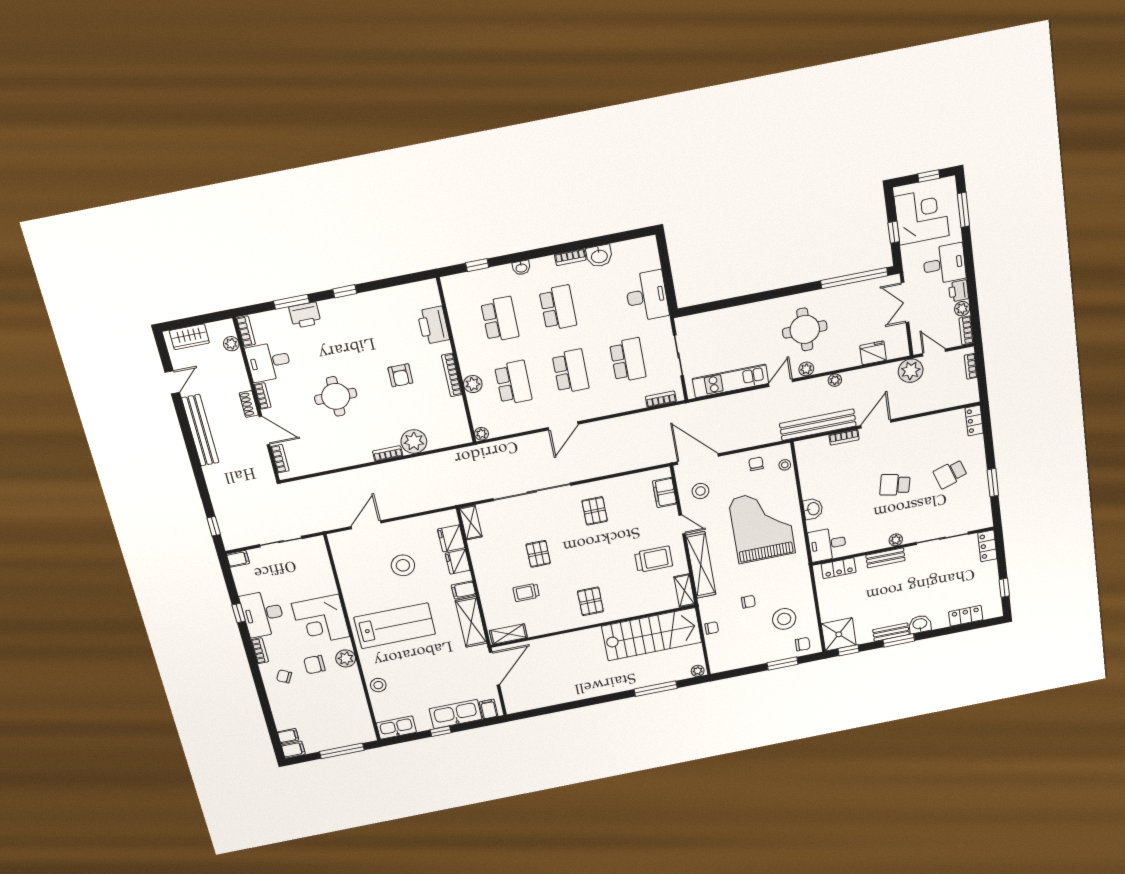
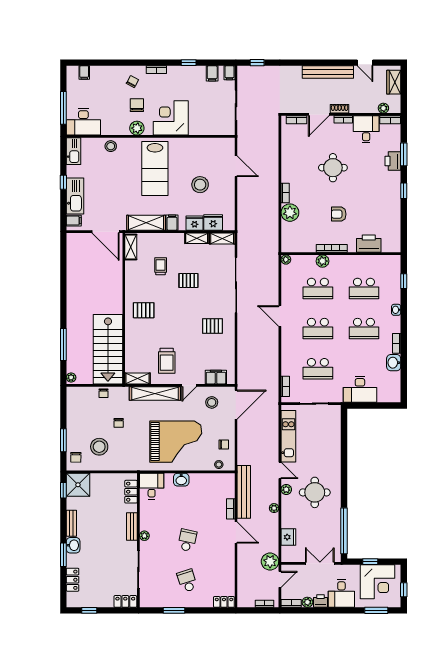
shelving: (478, 555) -> (197, 238), added
desk: (263, 614) -> (83, 122), moved, turned 180
window: (899, 640) -> (63, 555), moved
filing cabinet: (293, 750) -> (212, 73), moved

